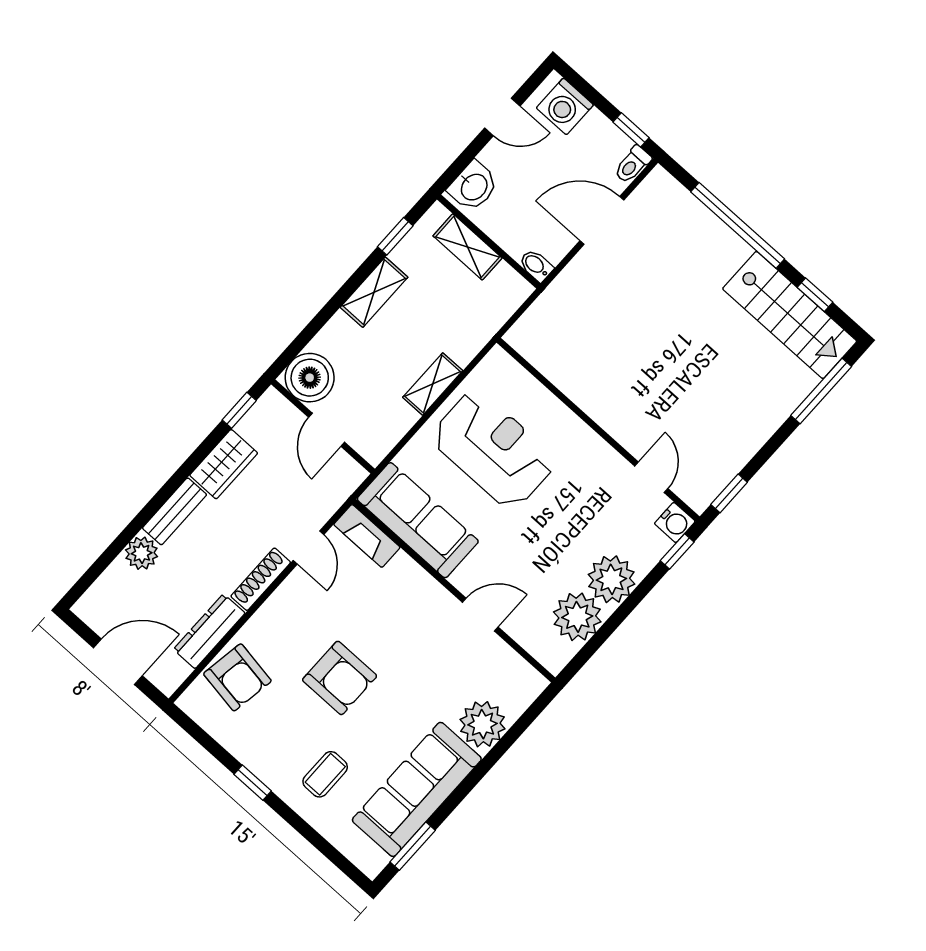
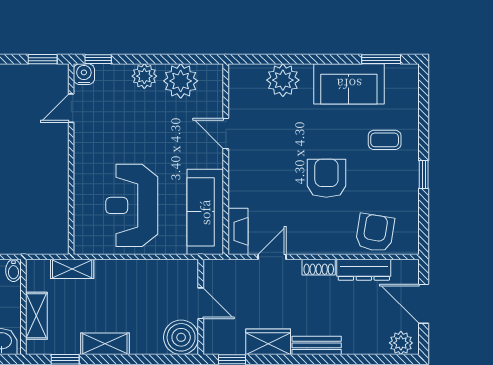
shelving: (433, 384) -> (72, 269), moved
door: (327, 430) -> (201, 303), hinge flipped
plant: (142, 553) -> (401, 343), moved
shoe rack: (261, 579) -> (319, 267), width x0.70
plant: (611, 579) -> (144, 76), width x0.73, depth x0.73
sofa: (417, 789) -> (349, 84), width x0.73

